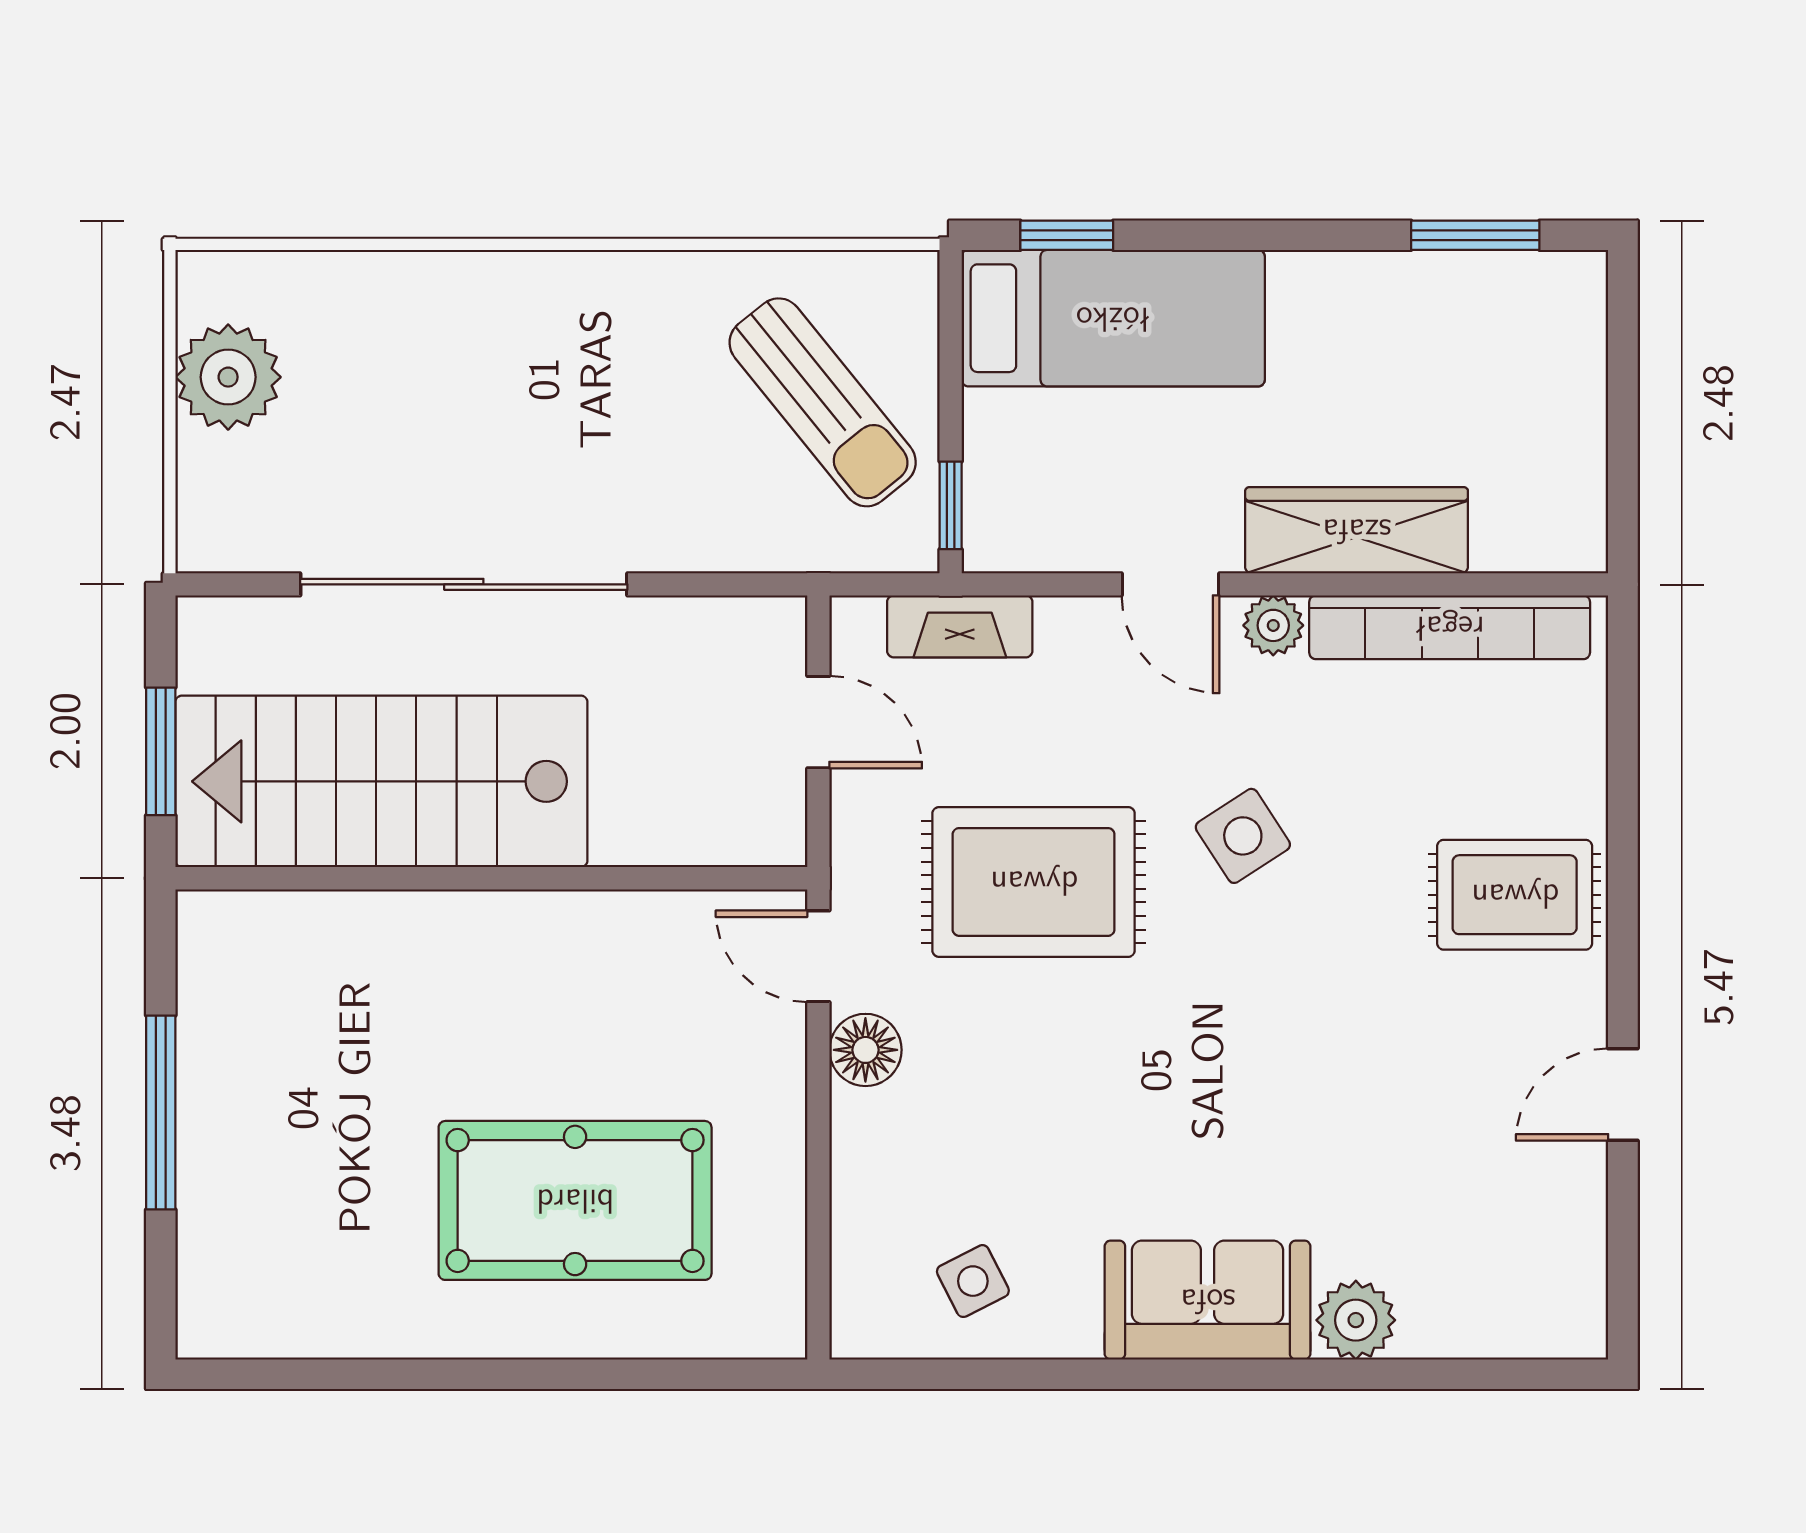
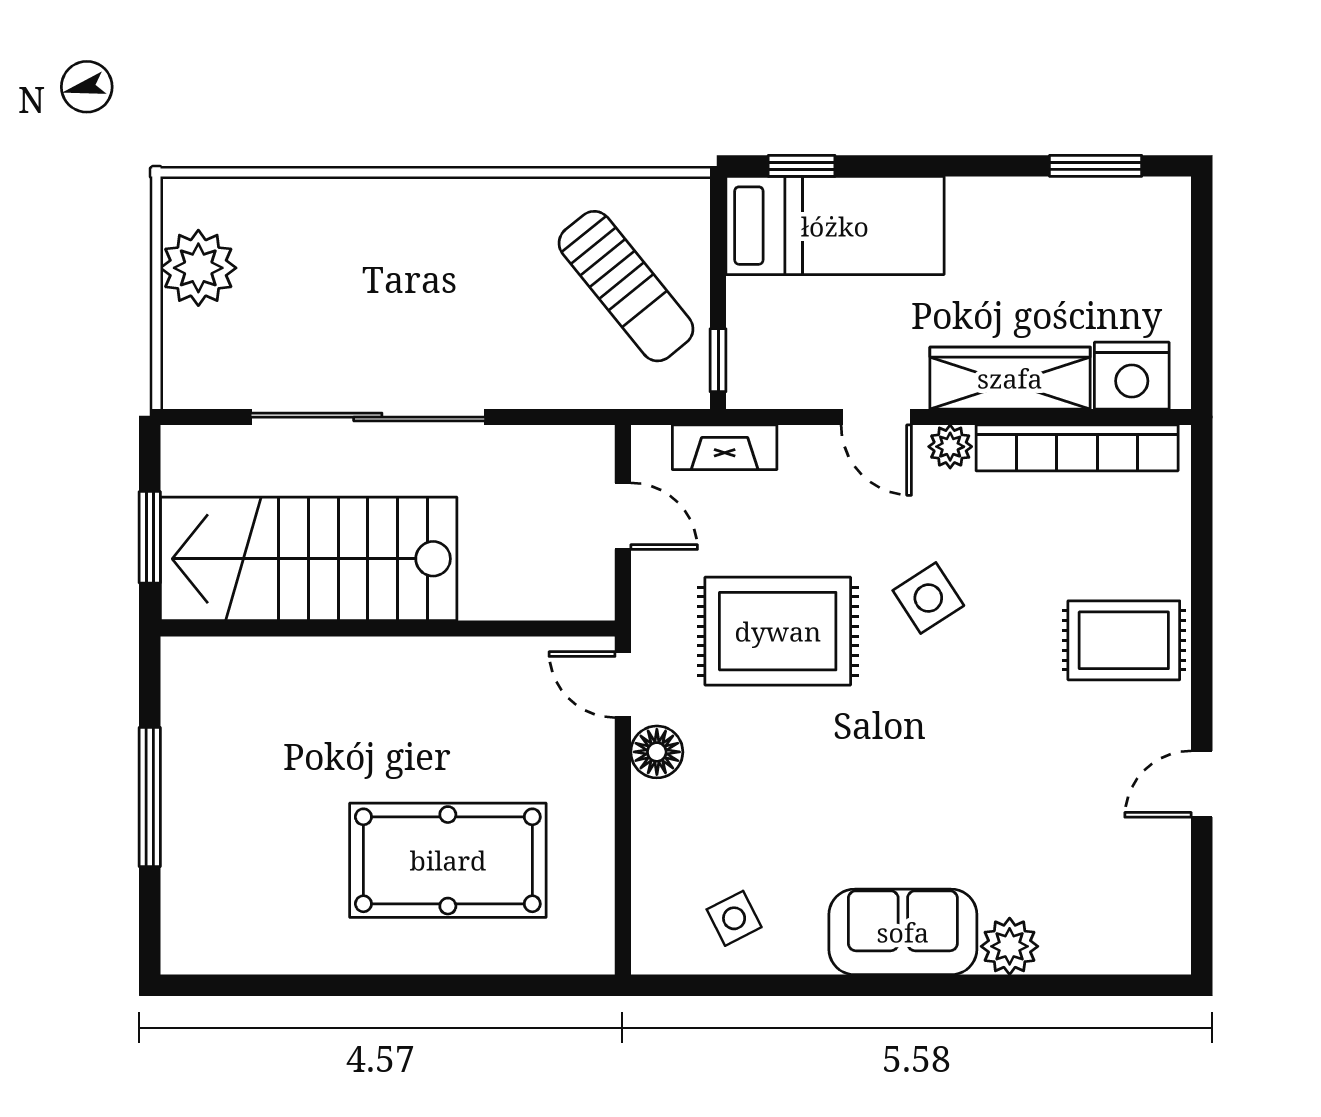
nightstand: (1526, 527) -> (1132, 376), added

